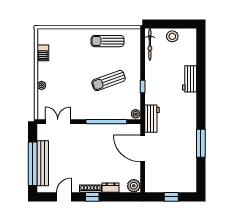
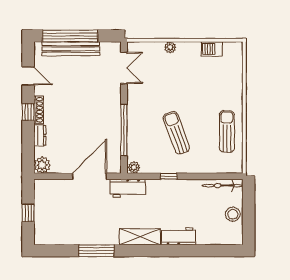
shelving: (190, 109) -> (140, 237), added

